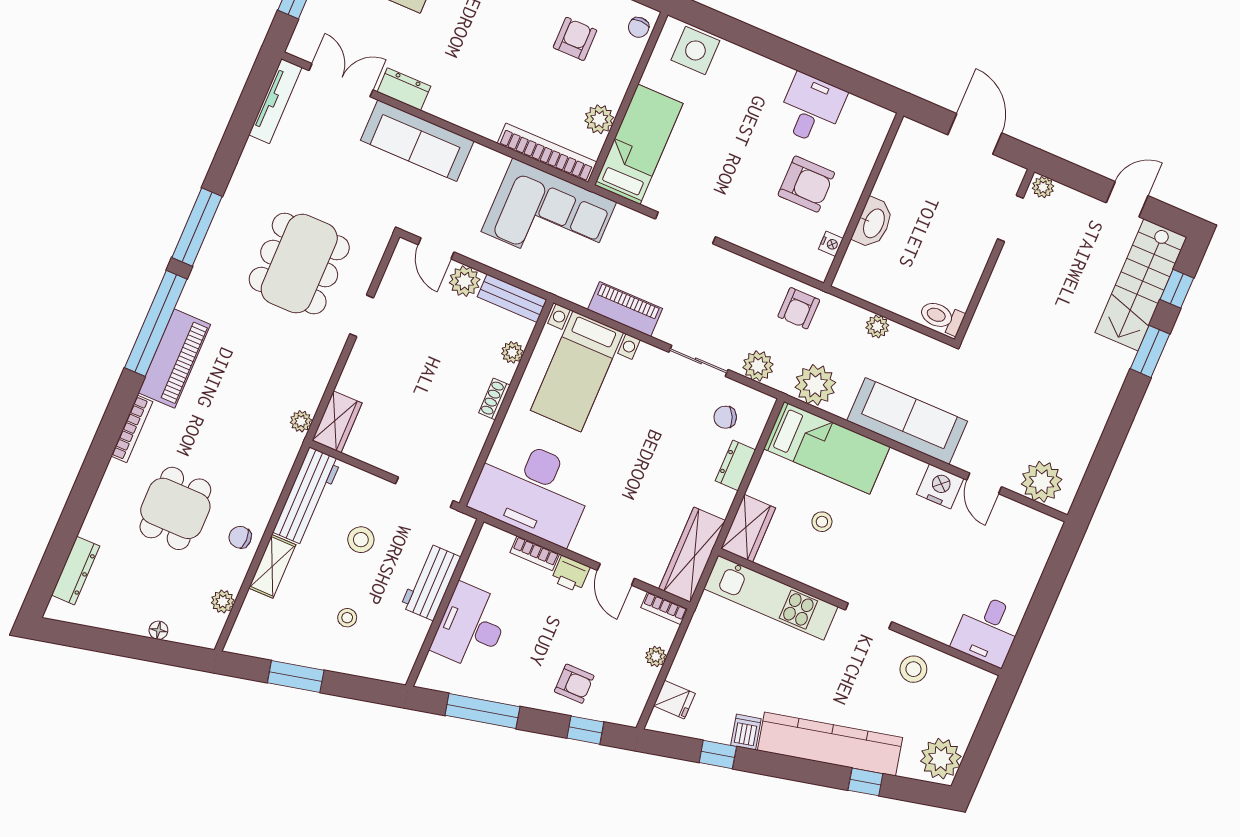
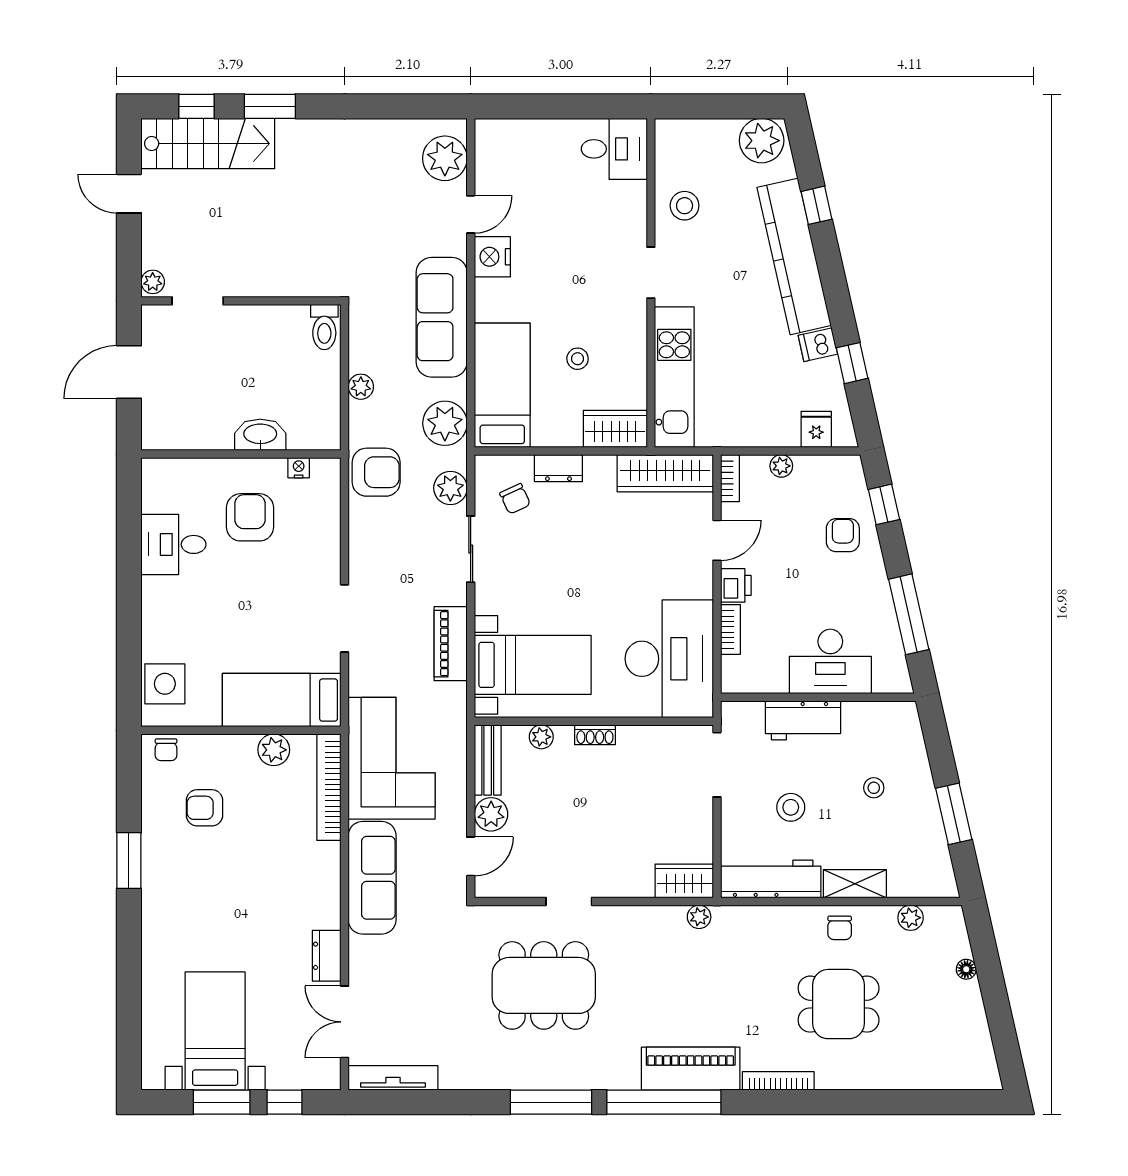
chair: (639, 27) -> (166, 750), turned 90
sofa: (417, 141) -> (372, 878), moved
armchair: (799, 308) -> (376, 472), width x1.38, depth x1.38
dresser: (76, 571) -> (942, 1077), removed

